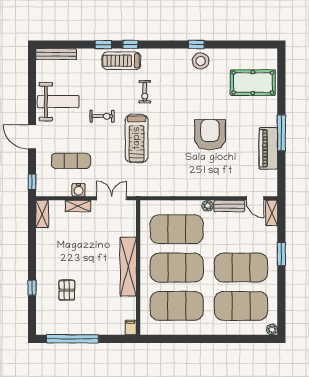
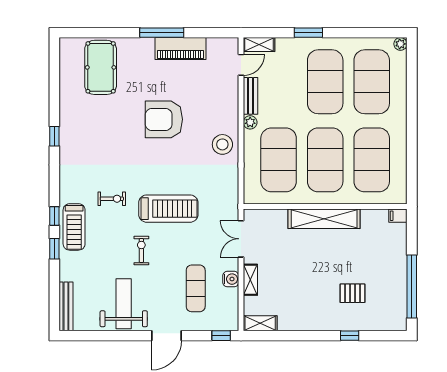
stool: (201, 61) -> (222, 144), moved

